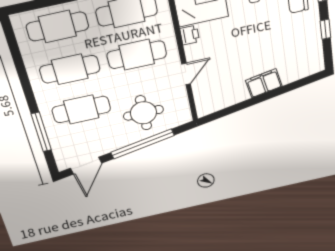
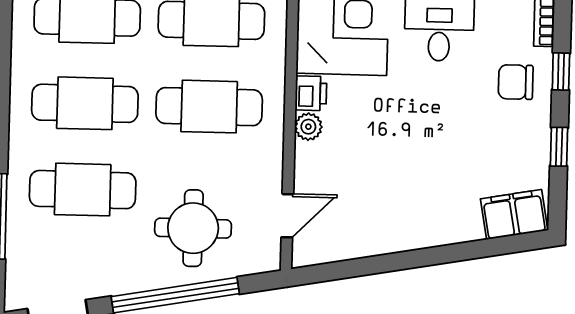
plant: (192, 52) -> (308, 127), added
door: (186, 74) -> (287, 216), moved
filing cabinet: (264, 83) -> (514, 215), moved

